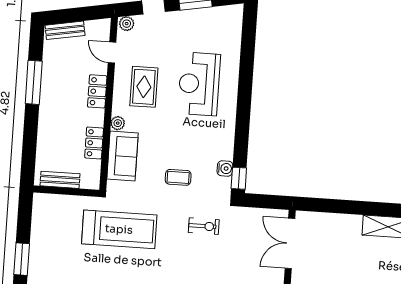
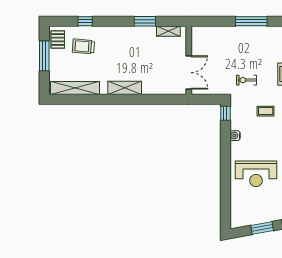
reception desk: (199, 84) -> (256, 174), turned 90
water cooler: (225, 168) -> (235, 136), moved

